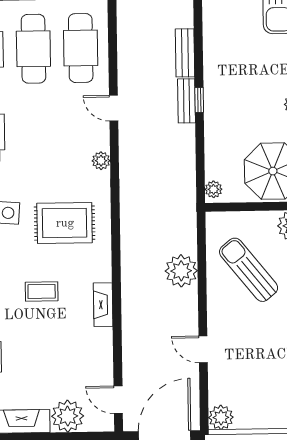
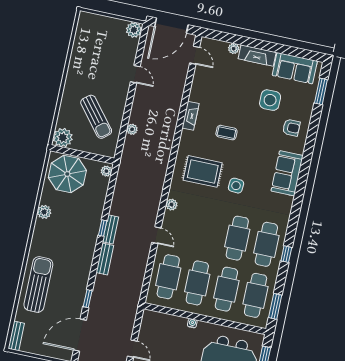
plant: (181, 271) -> (132, 129), width x0.53, depth x0.53
plant: (68, 416) -> (234, 49), width x0.53, depth x0.53

